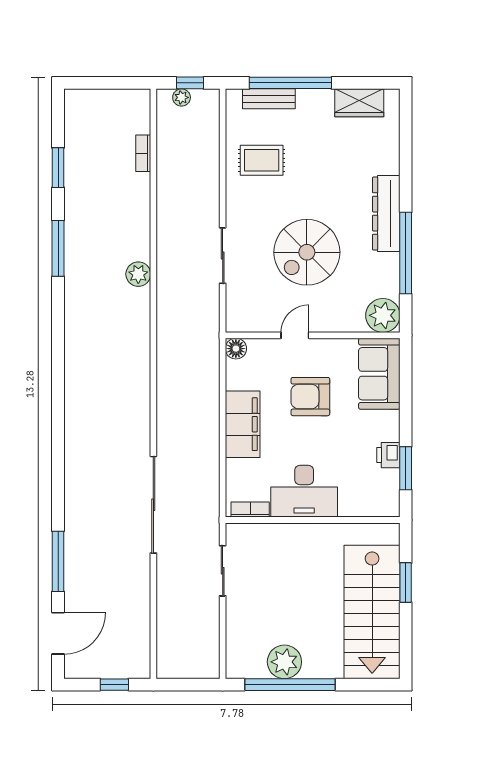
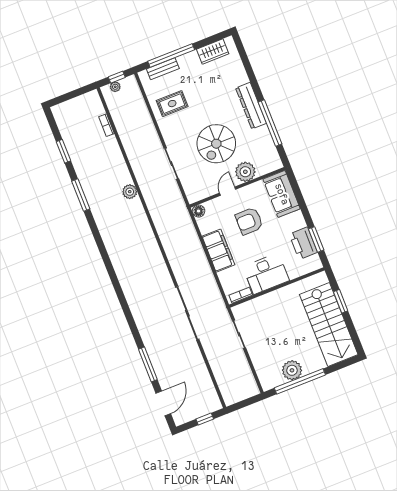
plant: (383, 315) -> (245, 172), moved
printer: (388, 455) -> (303, 243), width x1.87, depth x1.48

